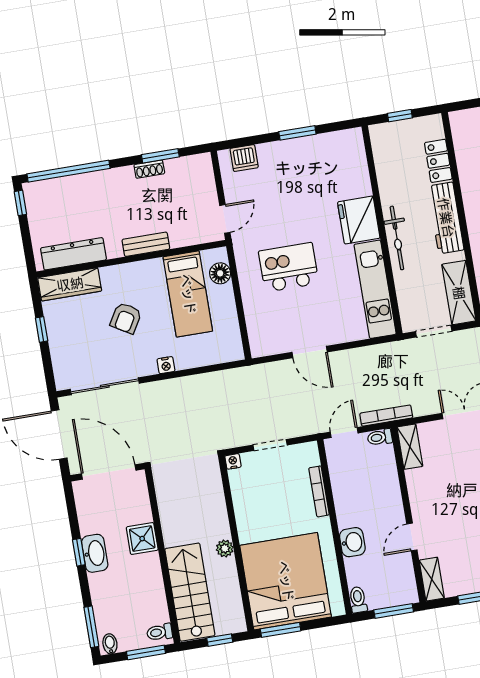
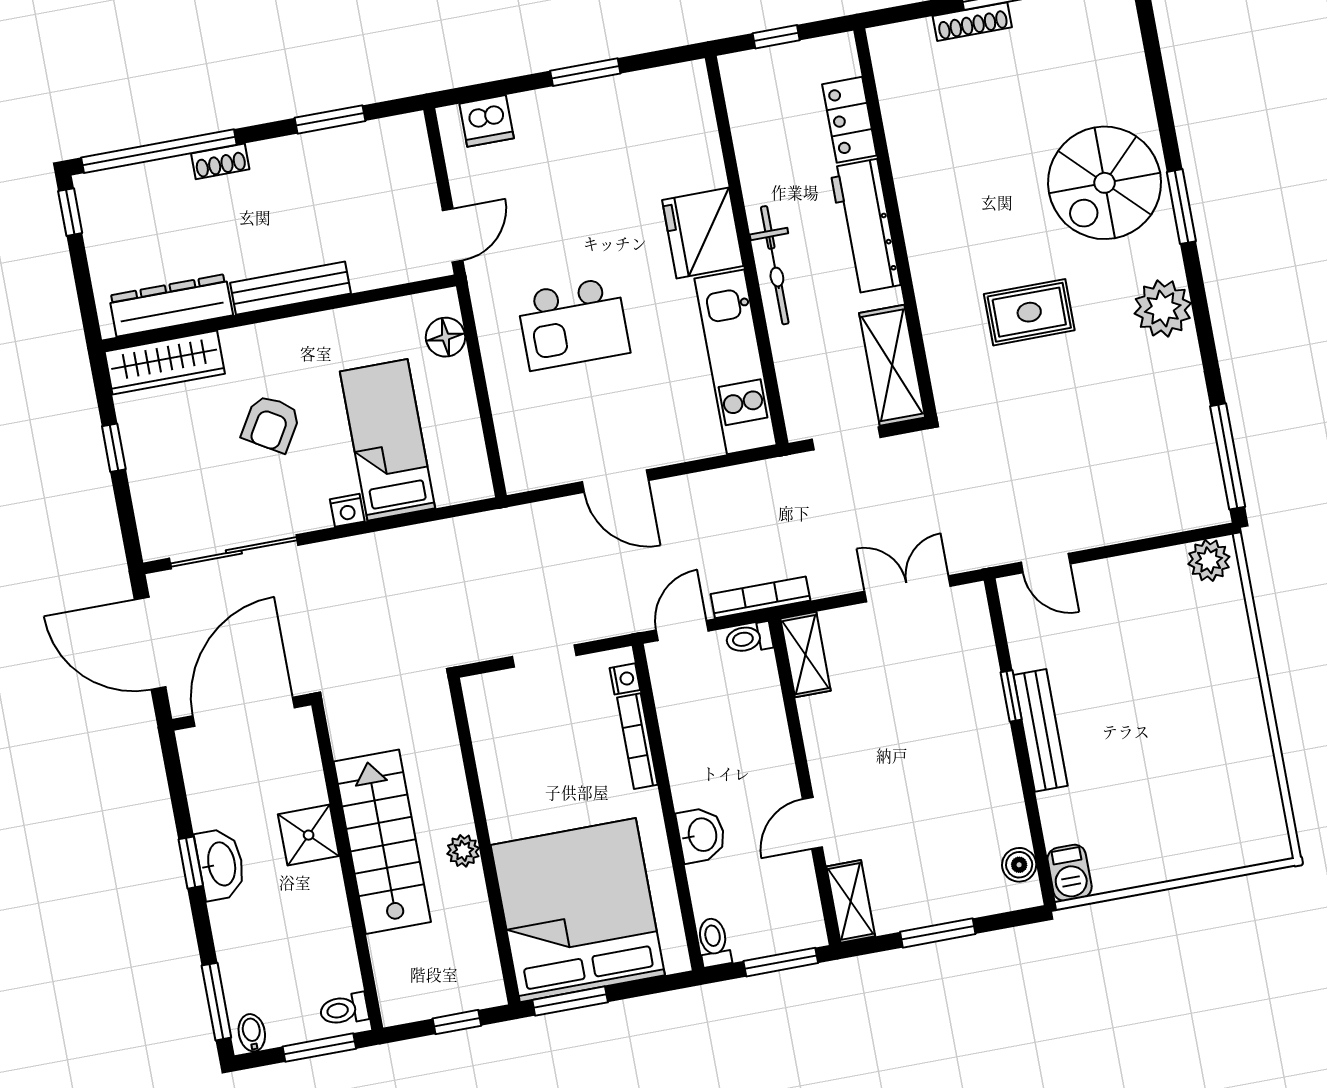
shoe rack: (149, 169) -> (220, 161), moved
bench: (146, 244) -> (291, 288), width x1.36
kitchen island: (289, 267) -> (573, 324), turned 180
bed: (188, 294) -> (388, 440), moved, turned 180
nightstand: (233, 461) -> (625, 679), moved, turned 90
door: (109, 472) -> (244, 712), hinge flipped
stairs: (190, 592) -> (382, 842), moved

